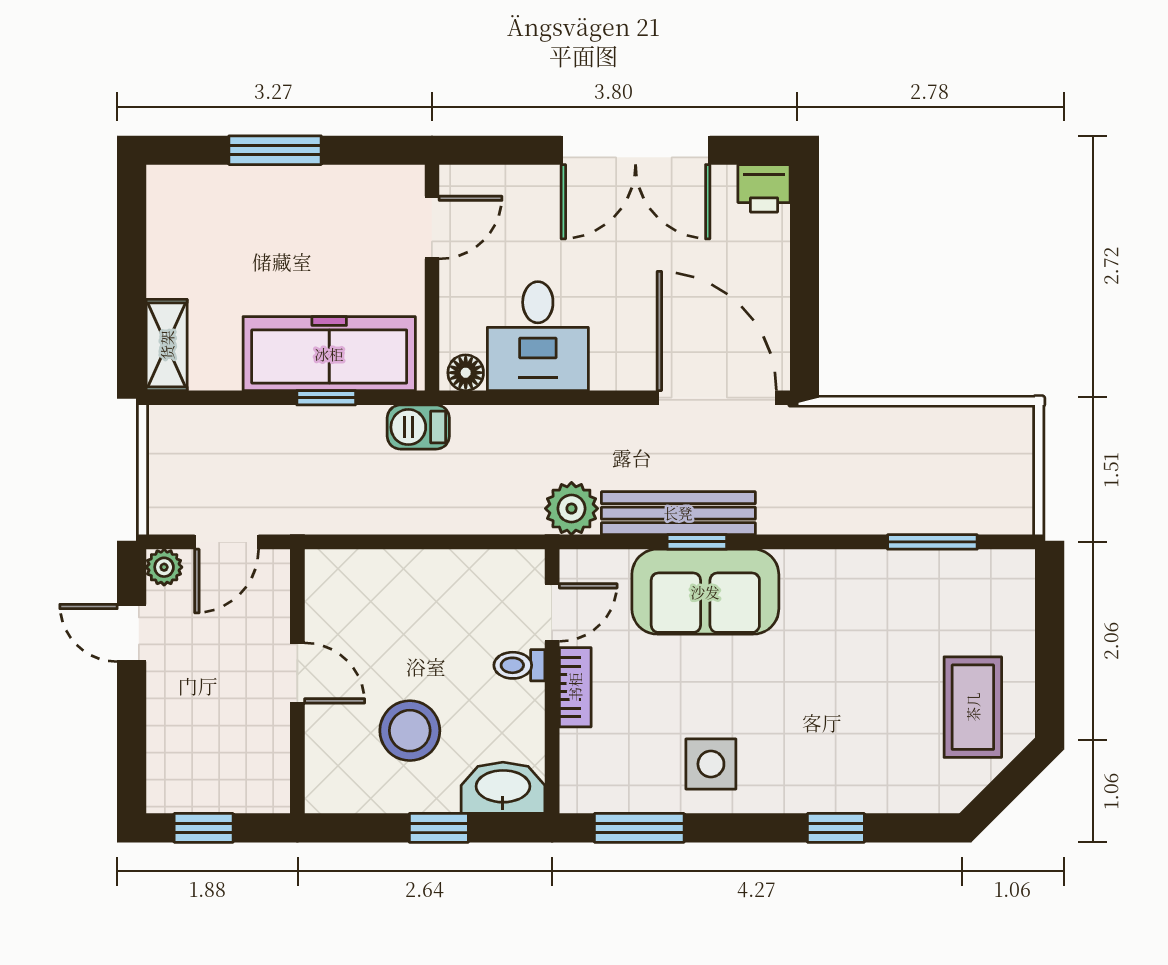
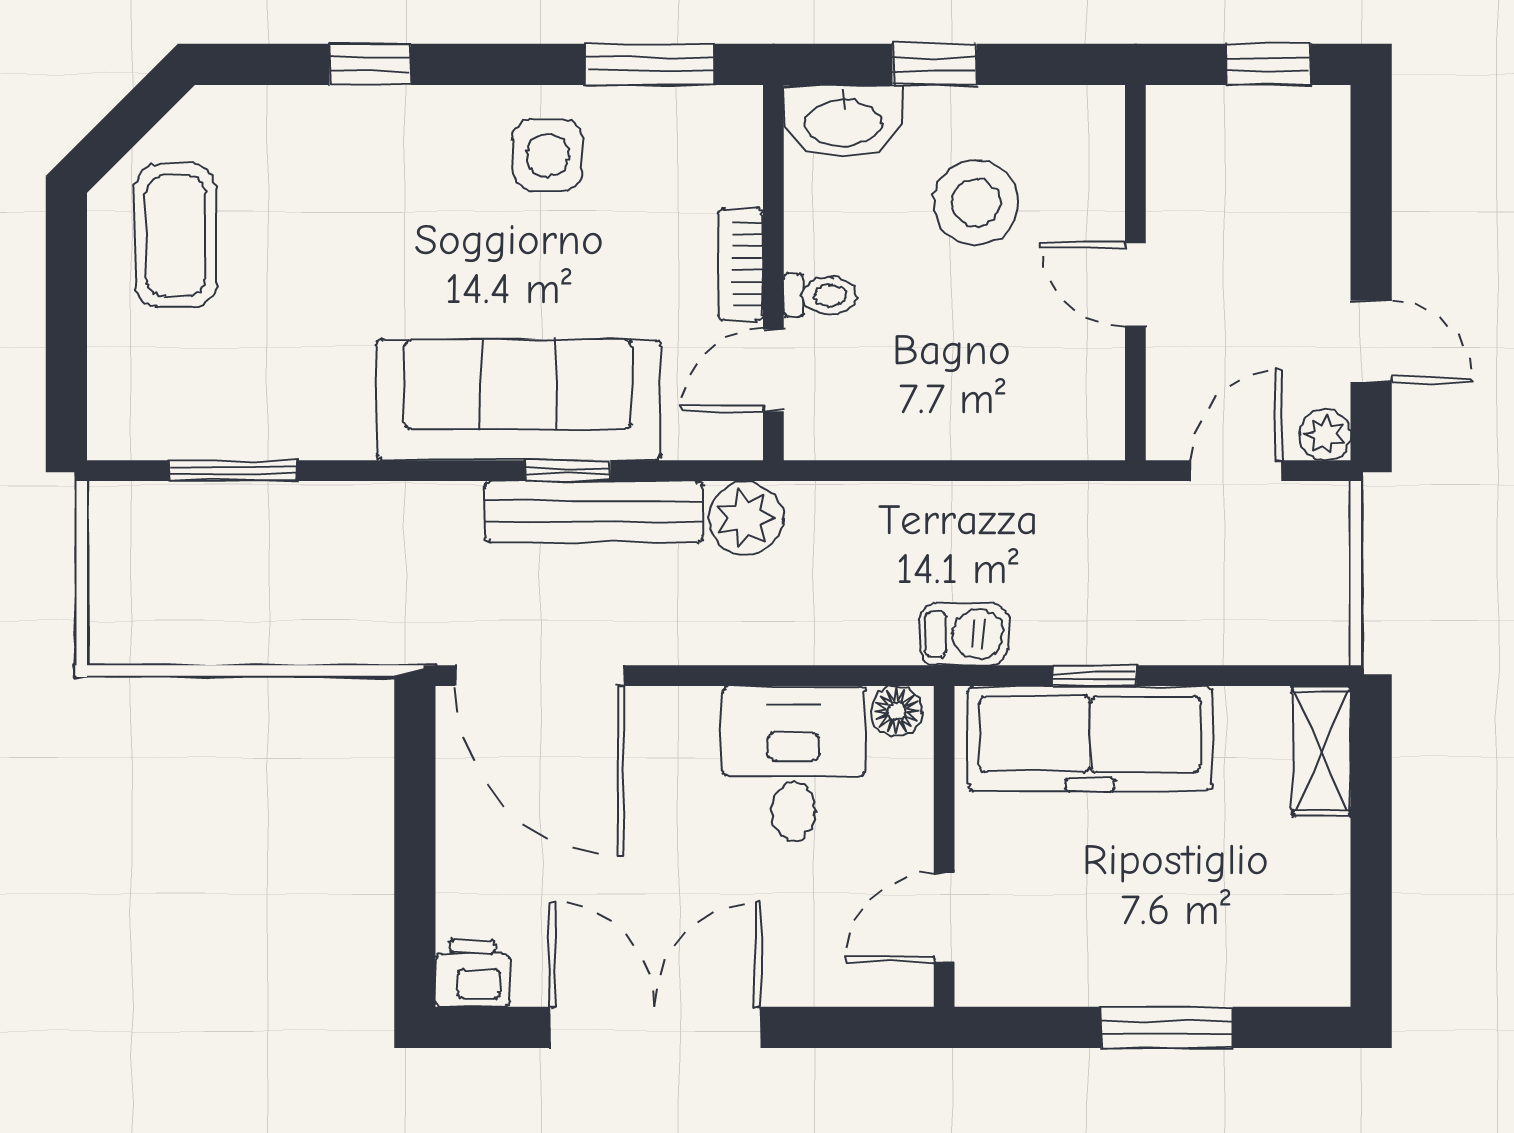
sofa: (705, 592) -> (518, 400), width x1.36

